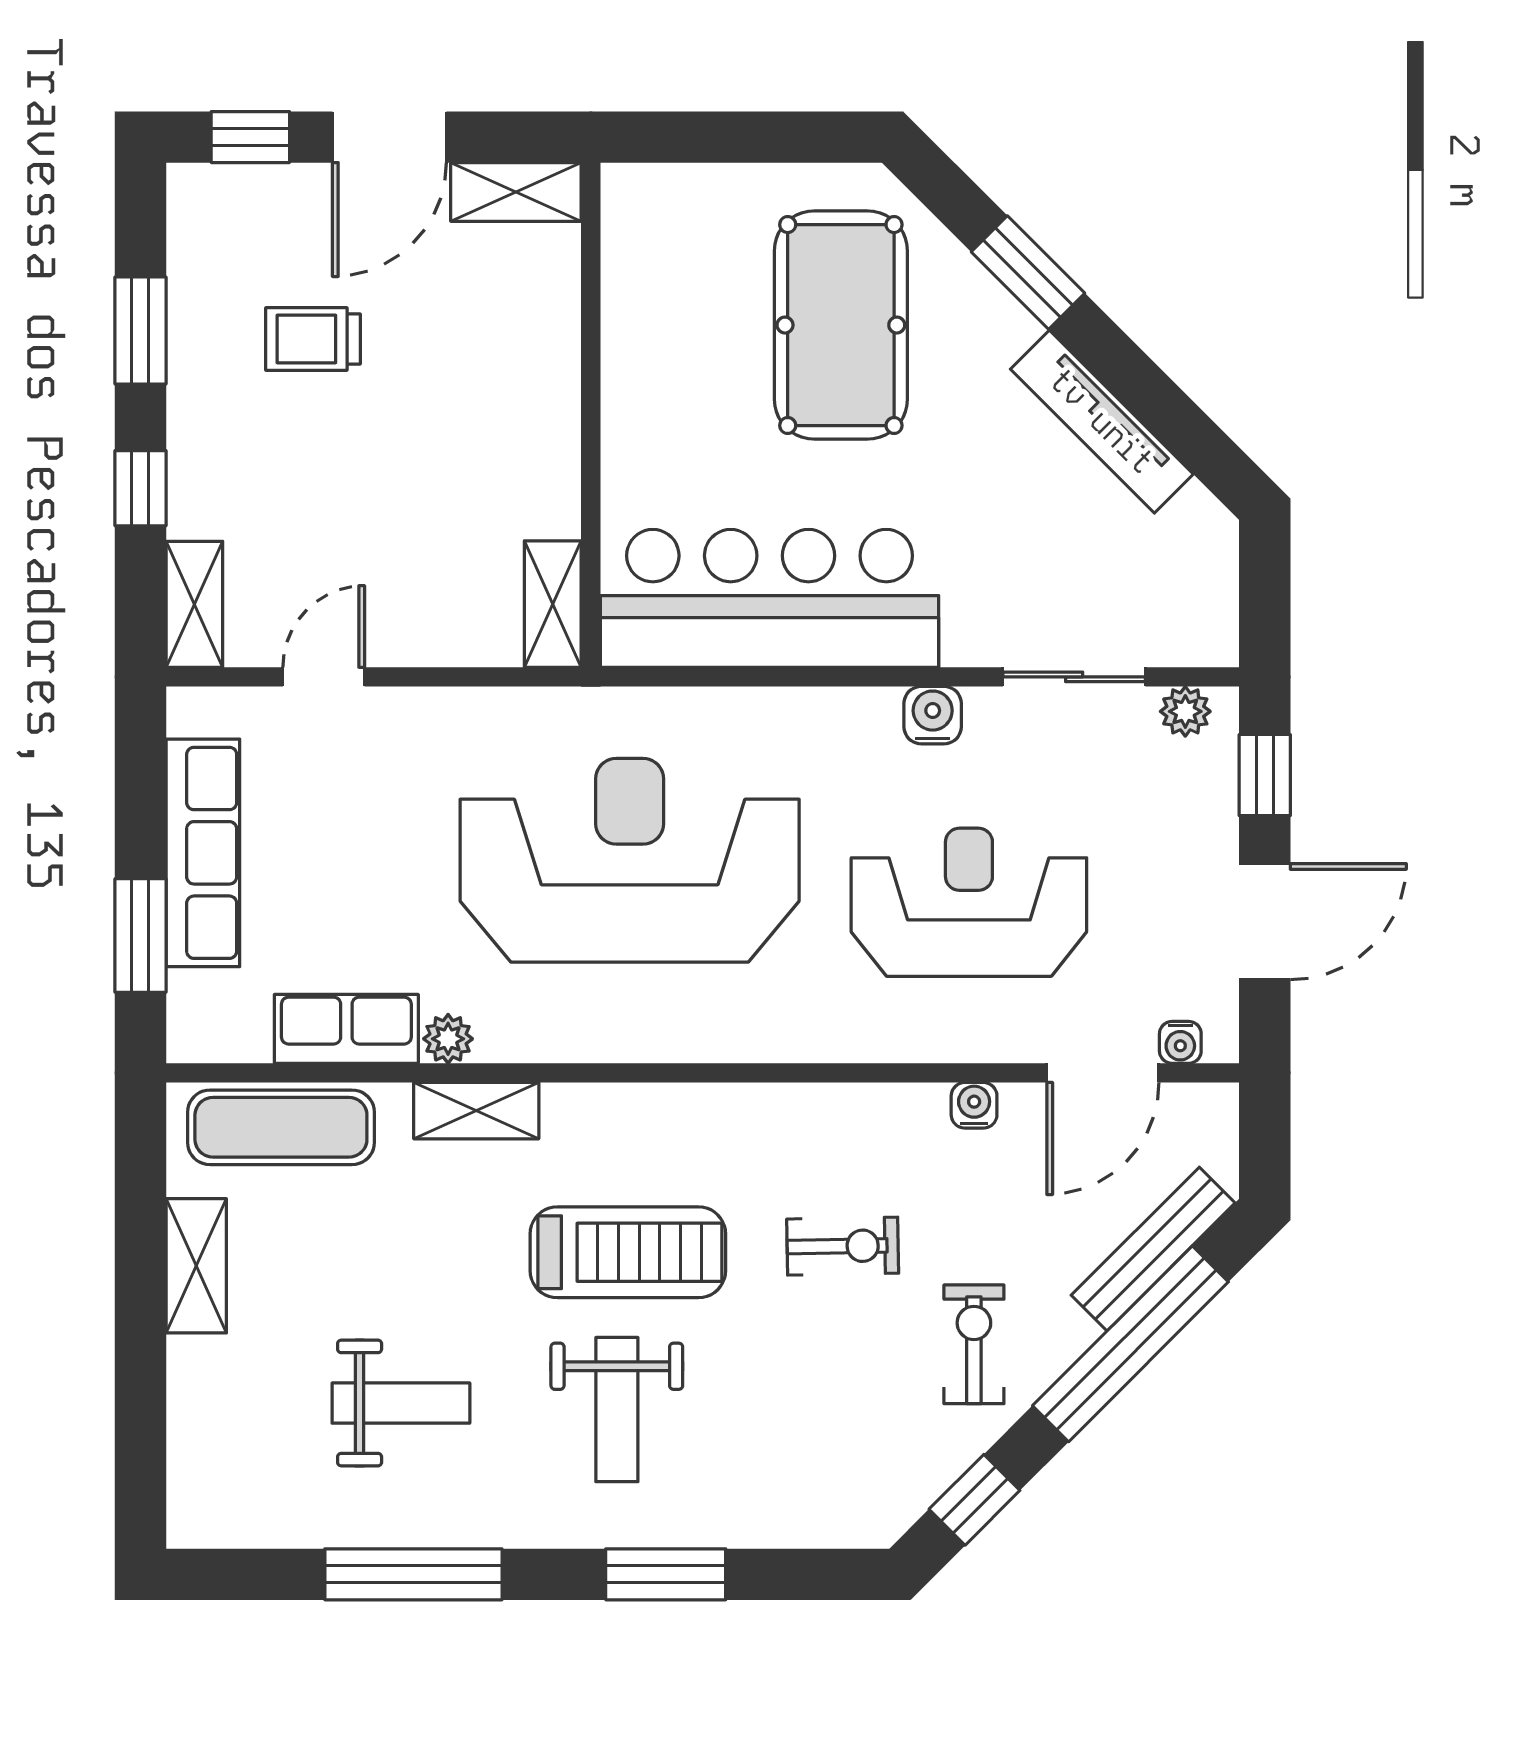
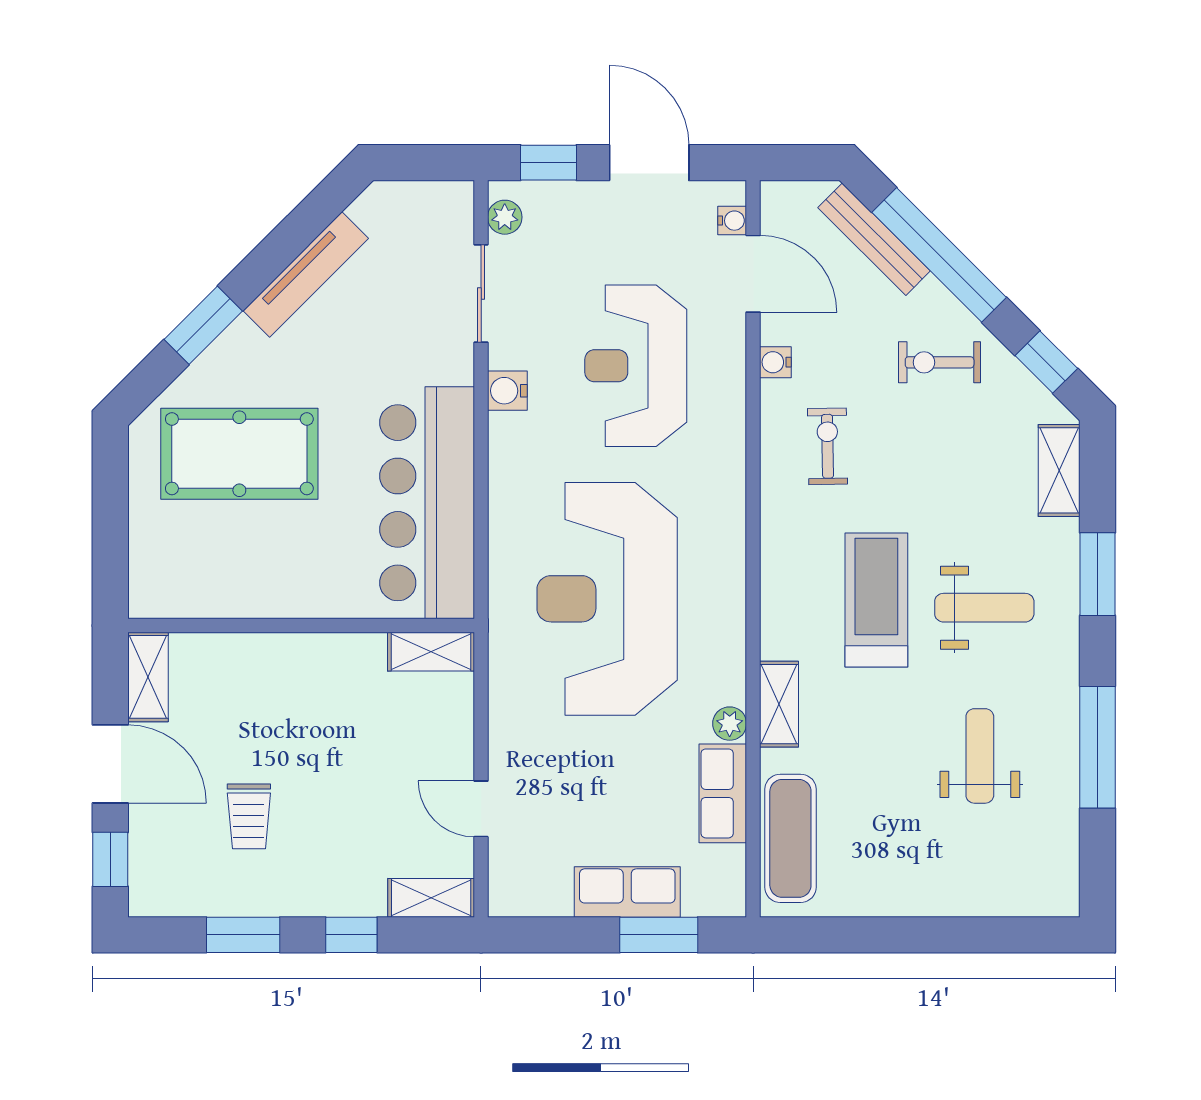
row of seats: (203, 853) -> (627, 892), width x0.68
exercise bike: (843, 1246) -> (828, 446), moved
shelving: (196, 1266) -> (1059, 470), moved, turned 90

